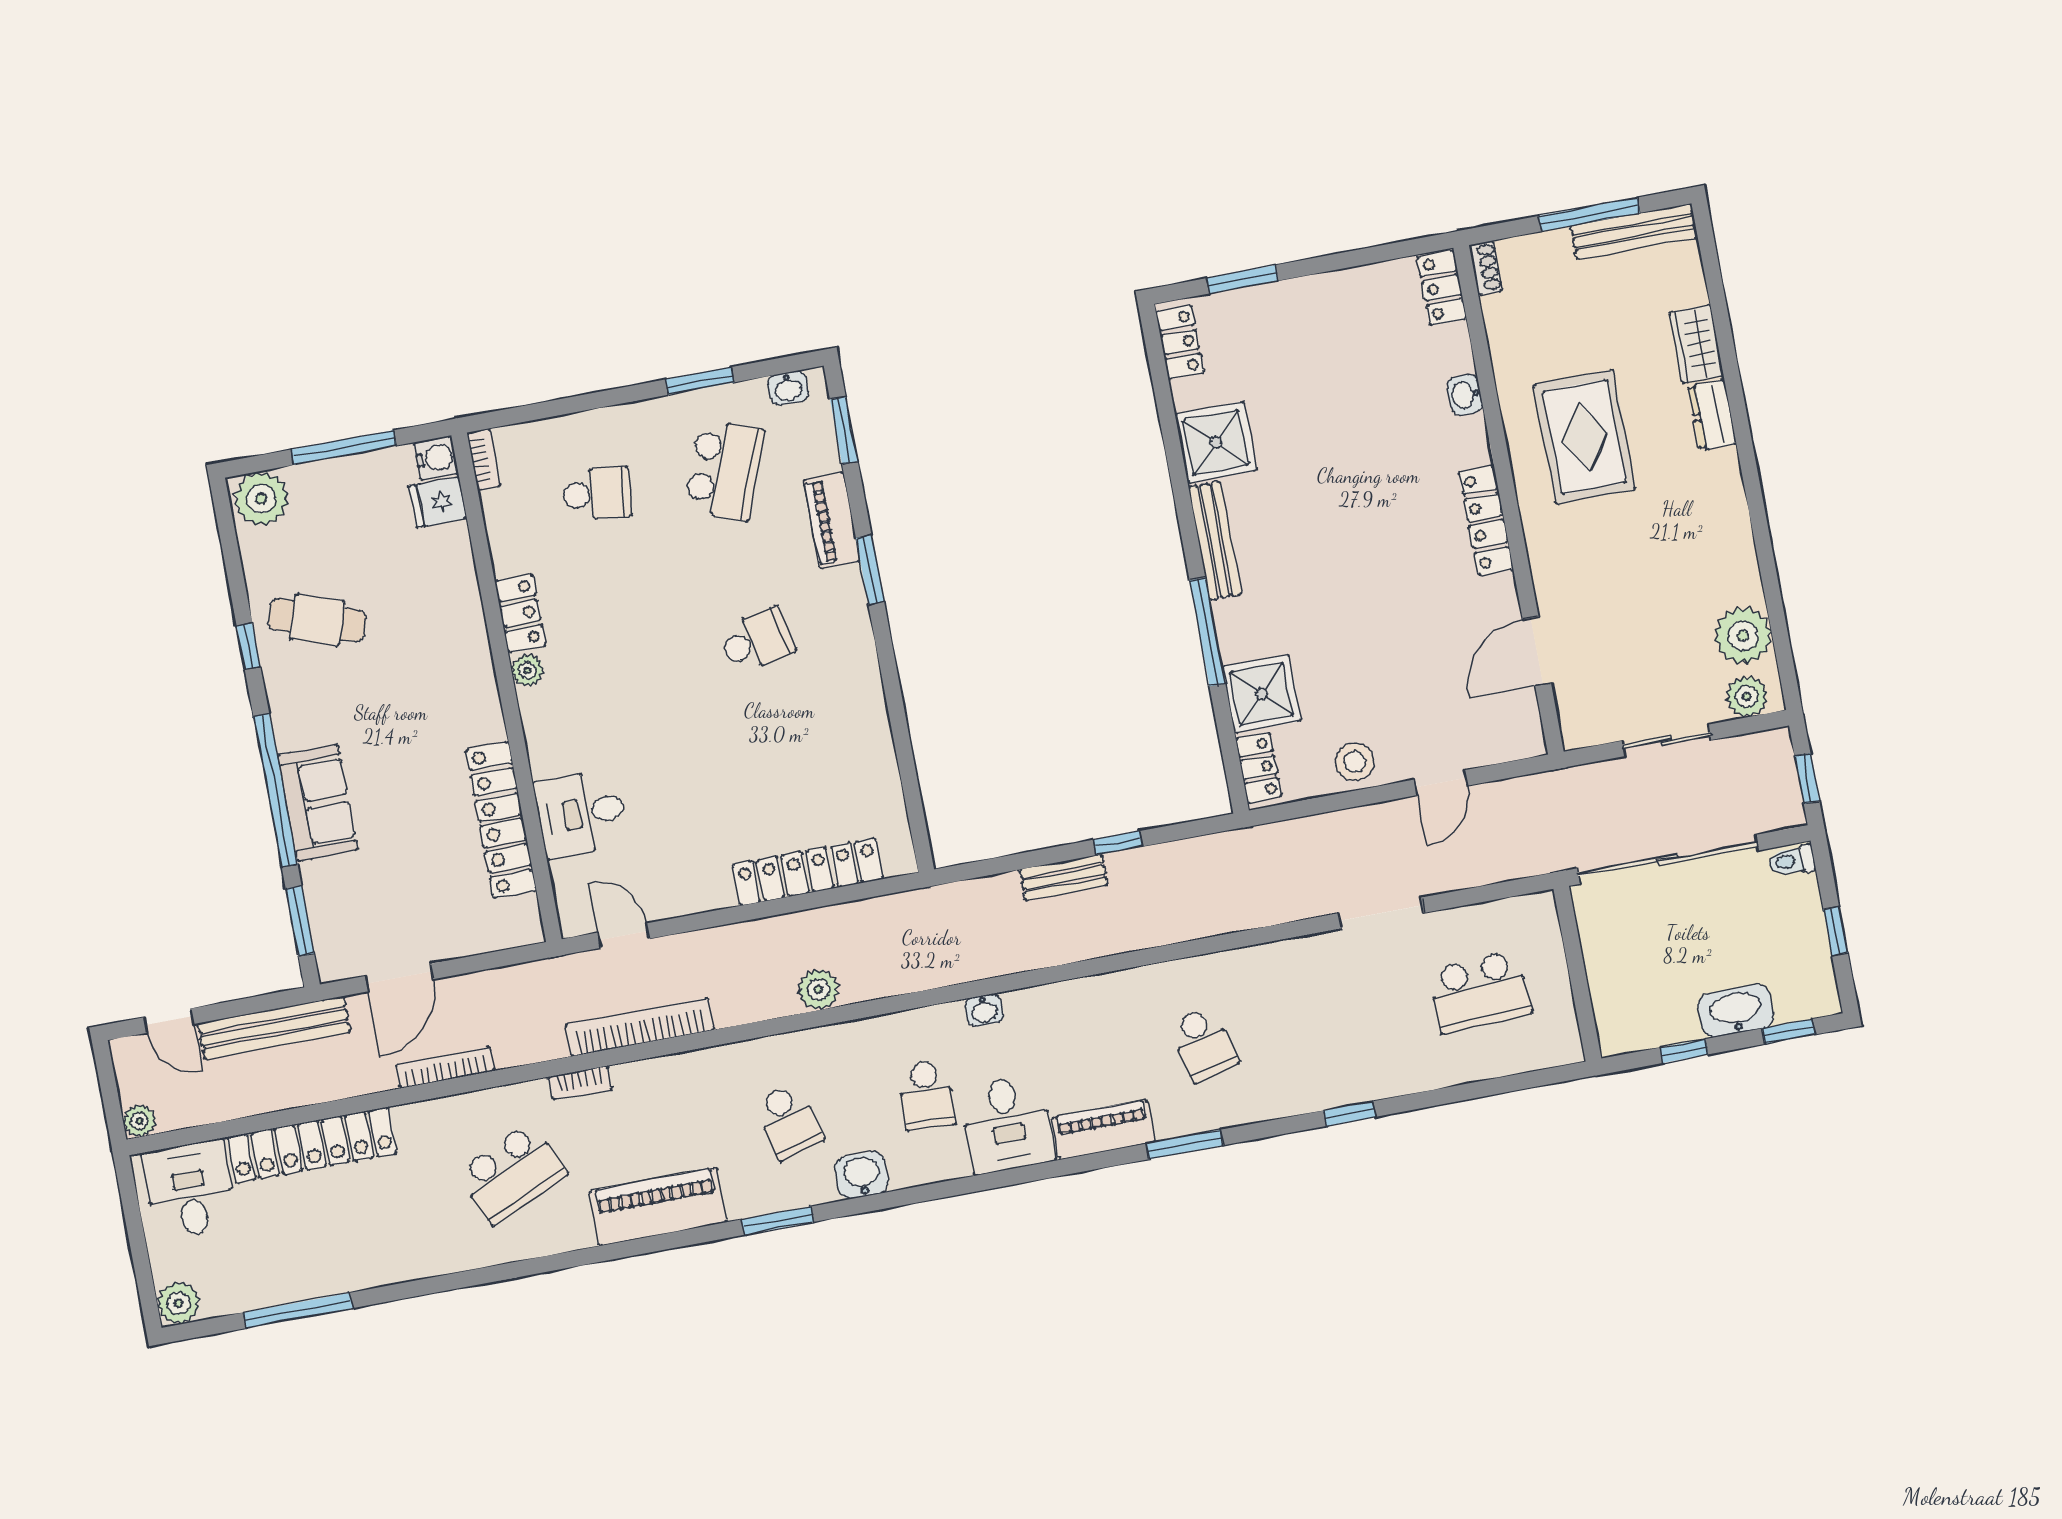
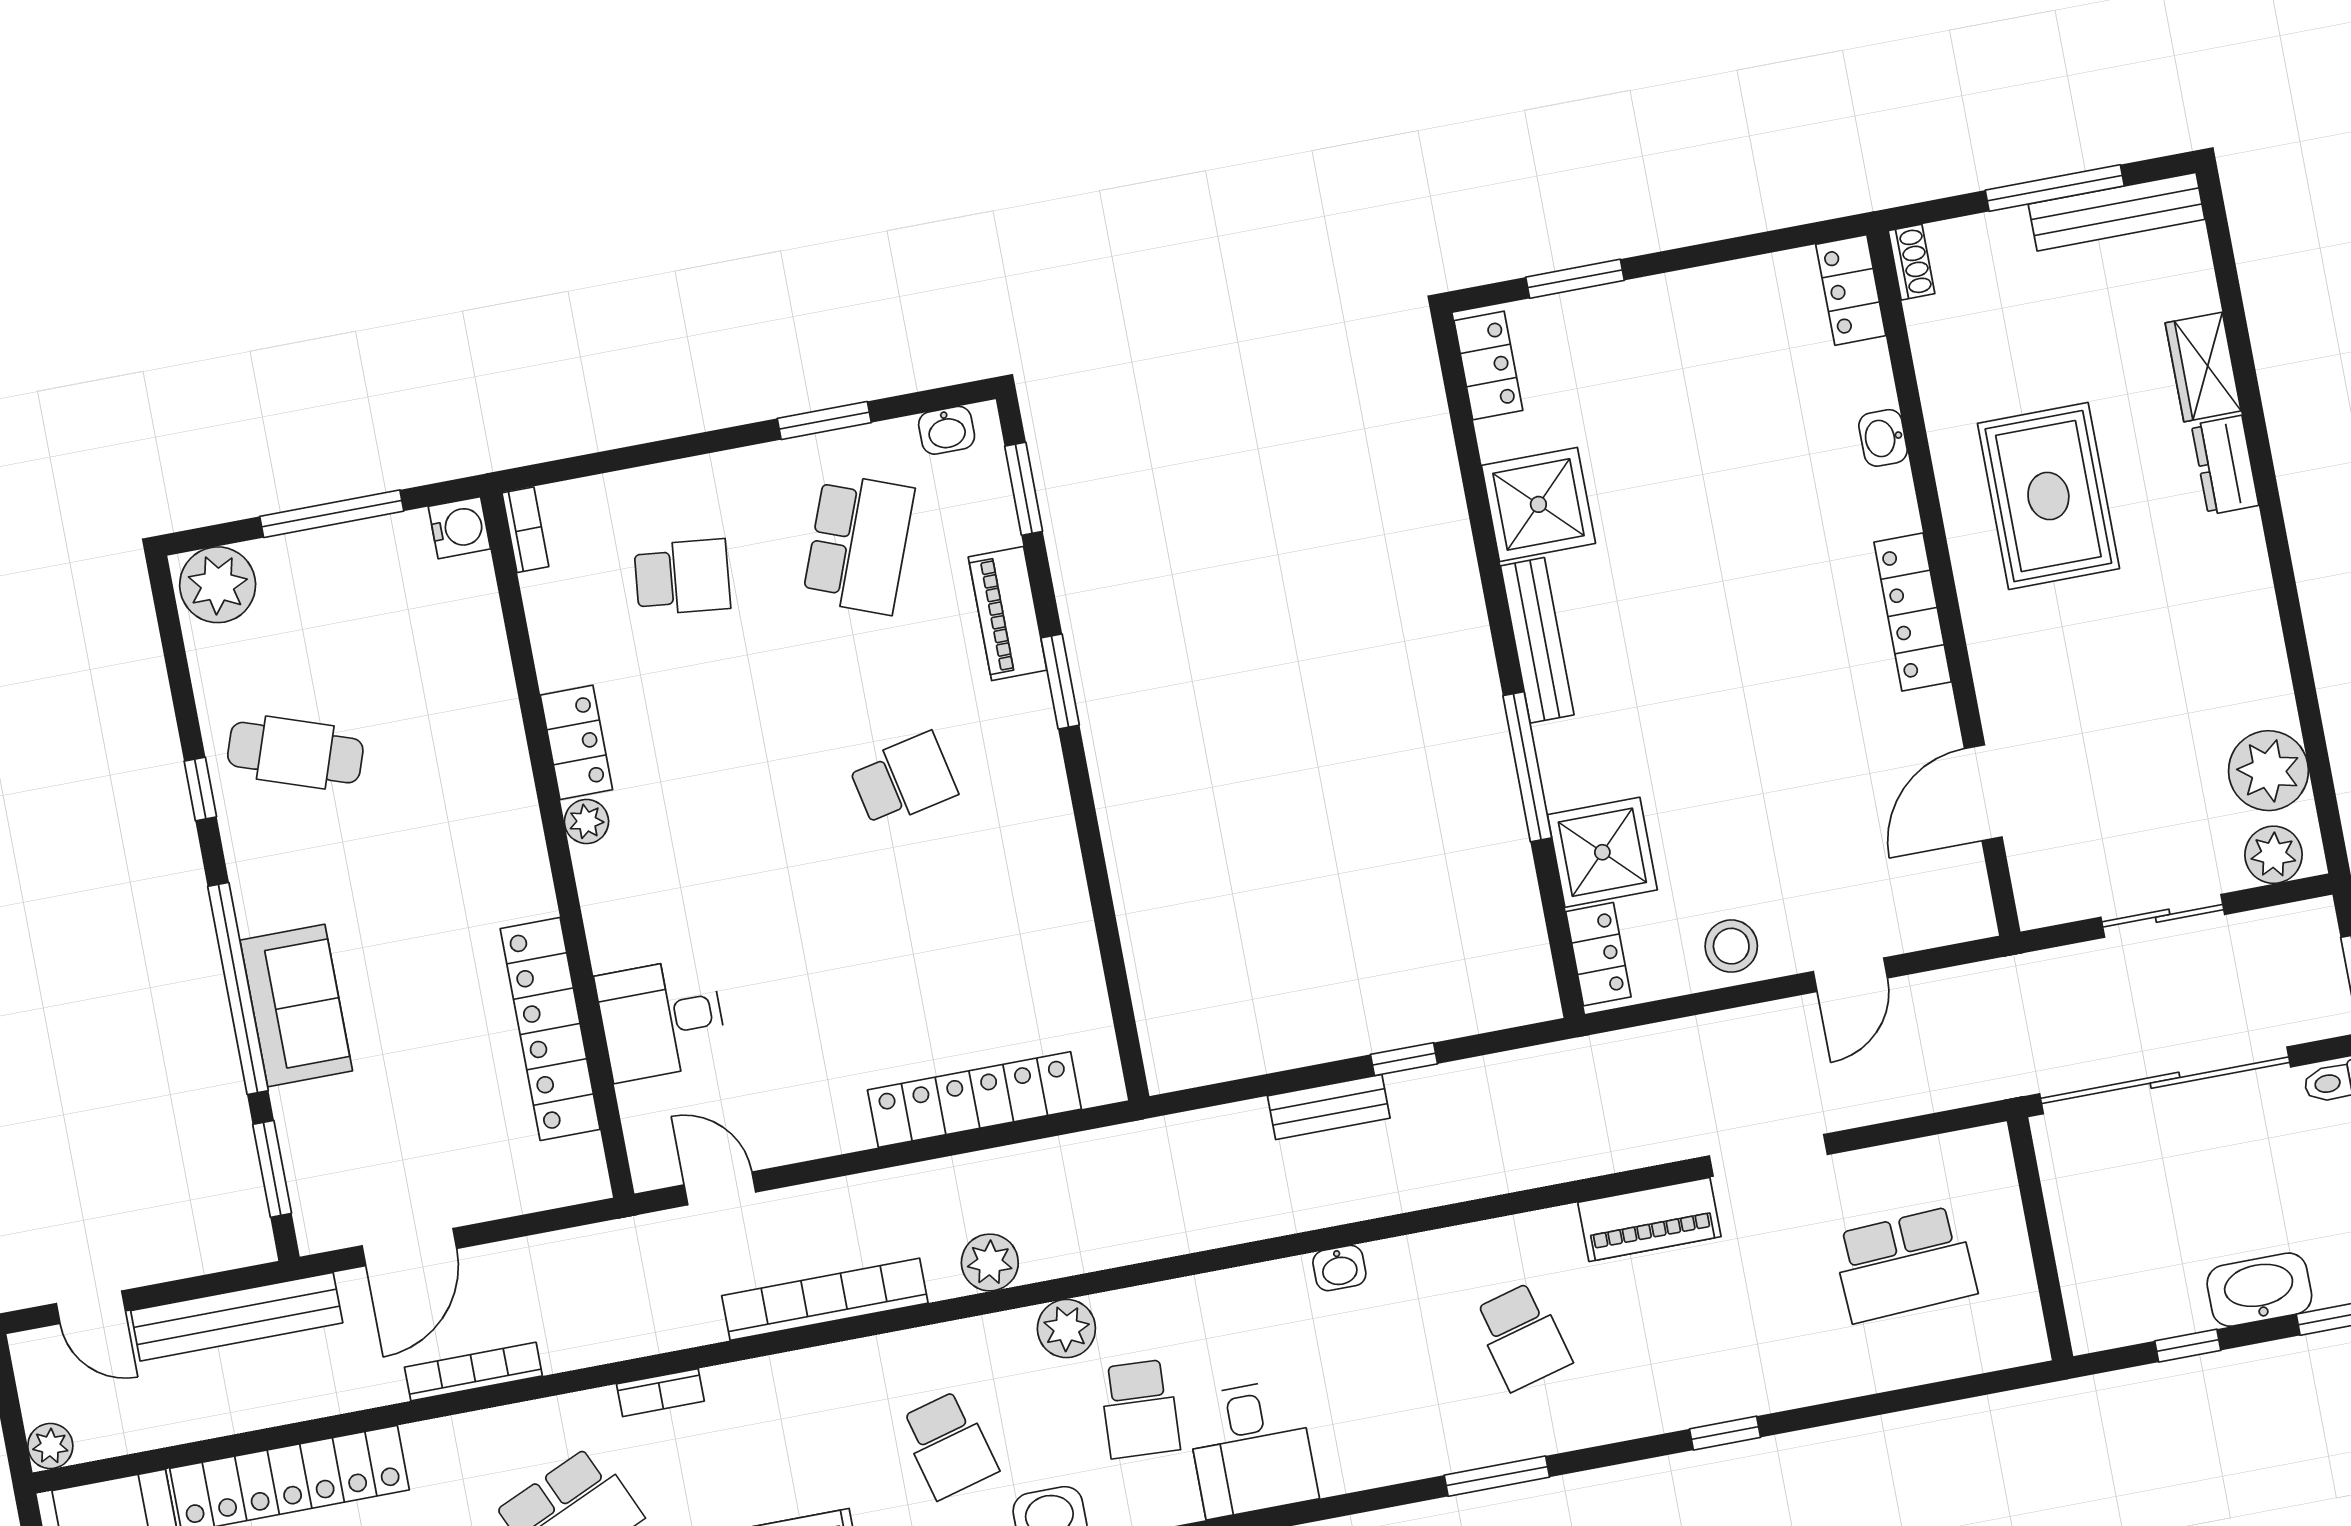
fridge: (438, 502) -> (462, 589), removed
washbasin: (984, 1010) -> (1339, 1268), moved
bookcase: (640, 1027) -> (825, 1299), moved
plant: (874, 1037) -> (1066, 1329), added
piano: (1103, 1130) -> (1649, 1219), moved, turned 180

